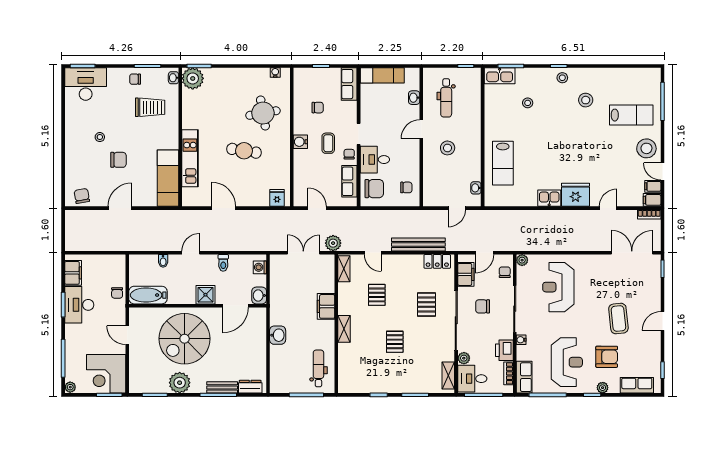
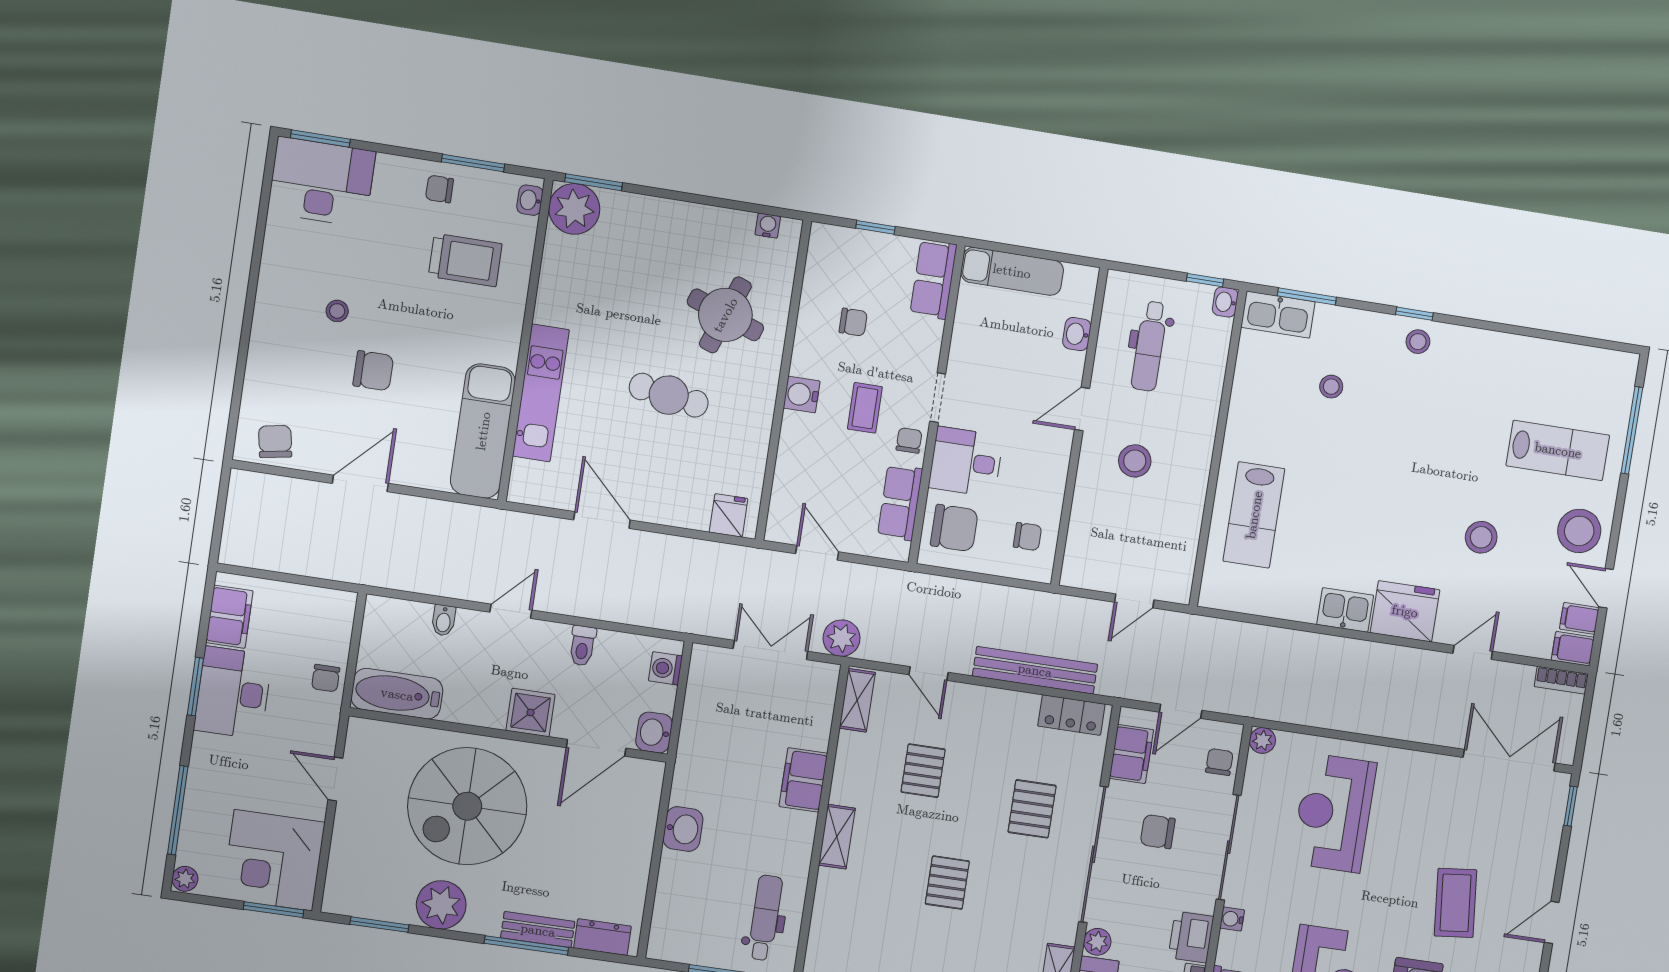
stool: (586, 100) -> (1481, 537), moved
round table: (263, 113) -> (725, 315), turned 30
washbasin: (476, 188) -> (1225, 302), moved

